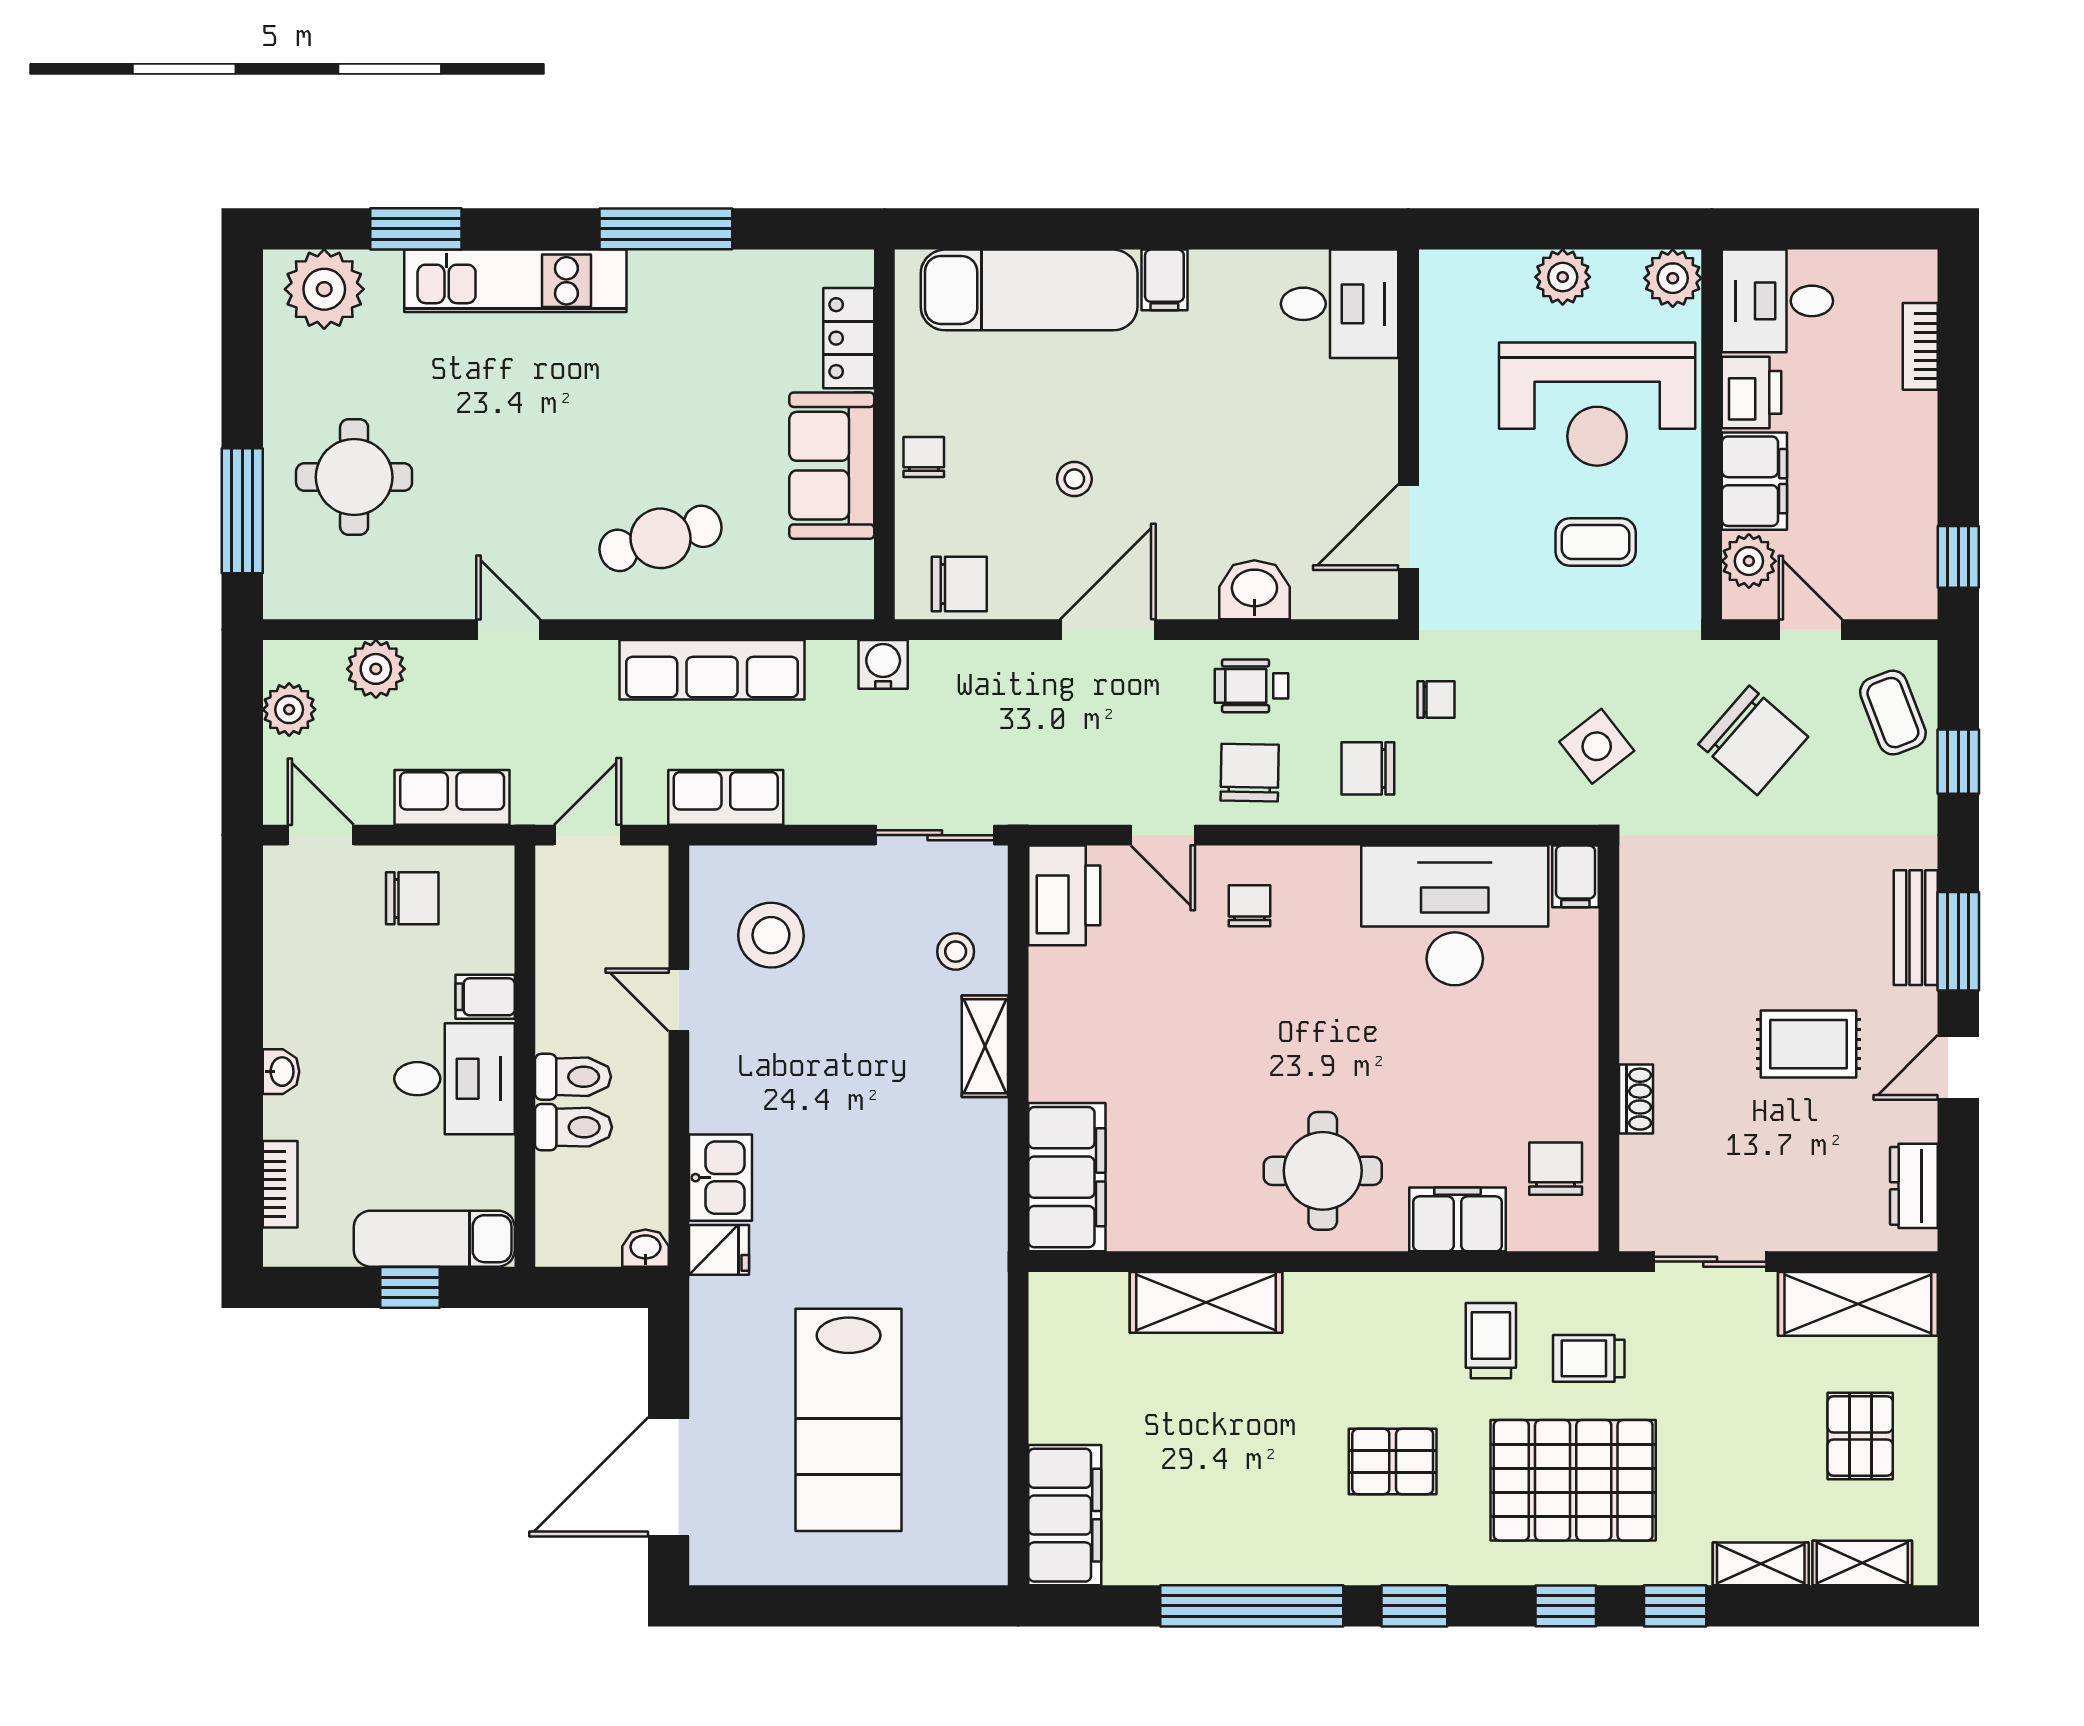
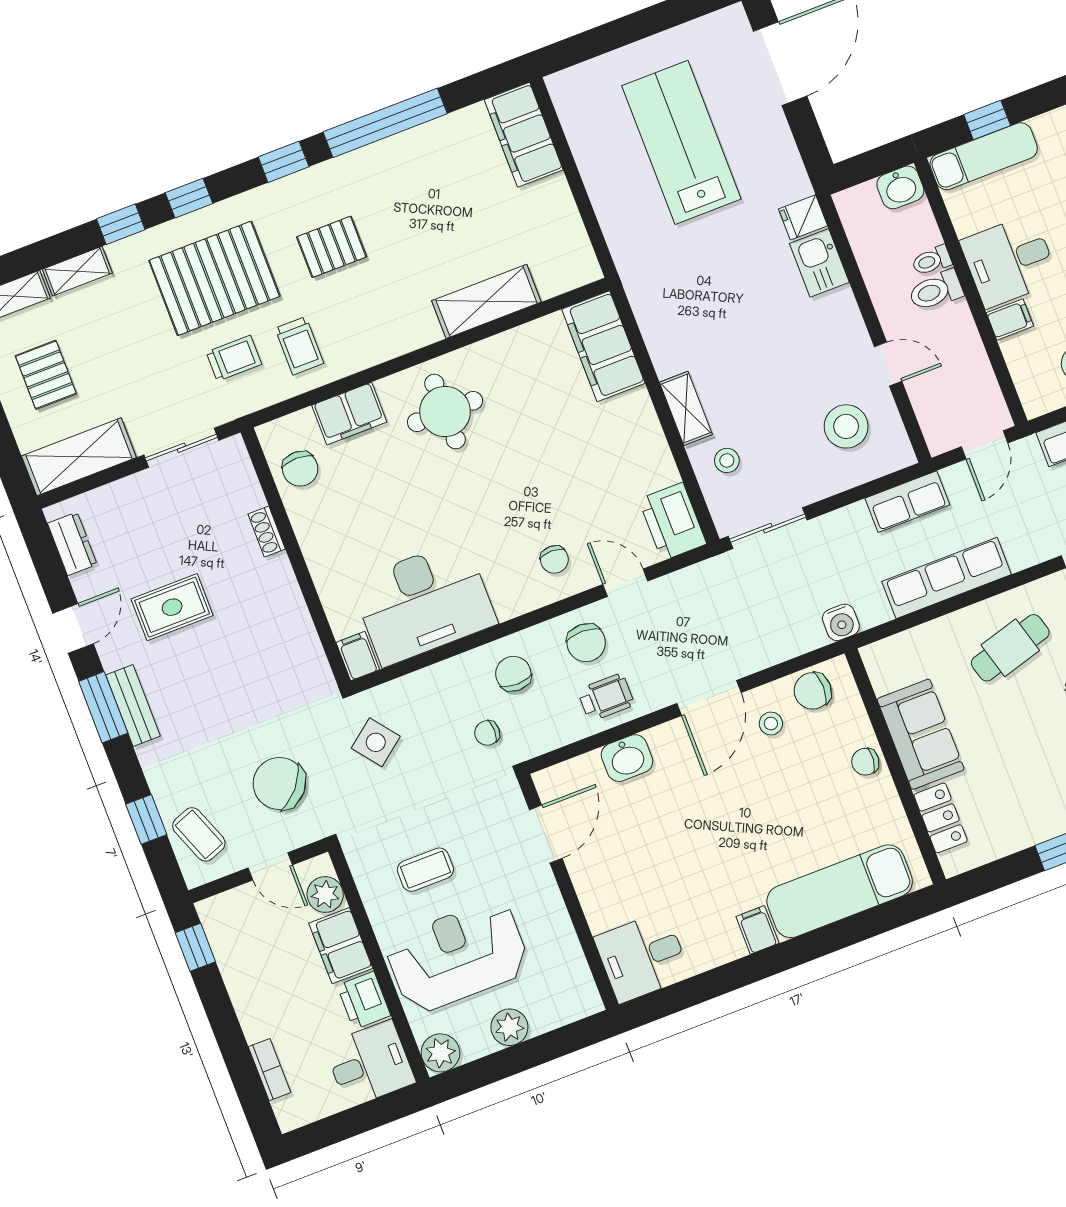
chair: (924, 457) -> (865, 762), turned 96
stool: (1074, 479) -> (771, 723), moved
chair: (1368, 768) -> (513, 674), turned -90
toilet: (573, 1127) -> (932, 261), width x0.73, depth x0.72
washbasin: (645, 1248) -> (900, 187), moved, width x1.38, depth x1.45

